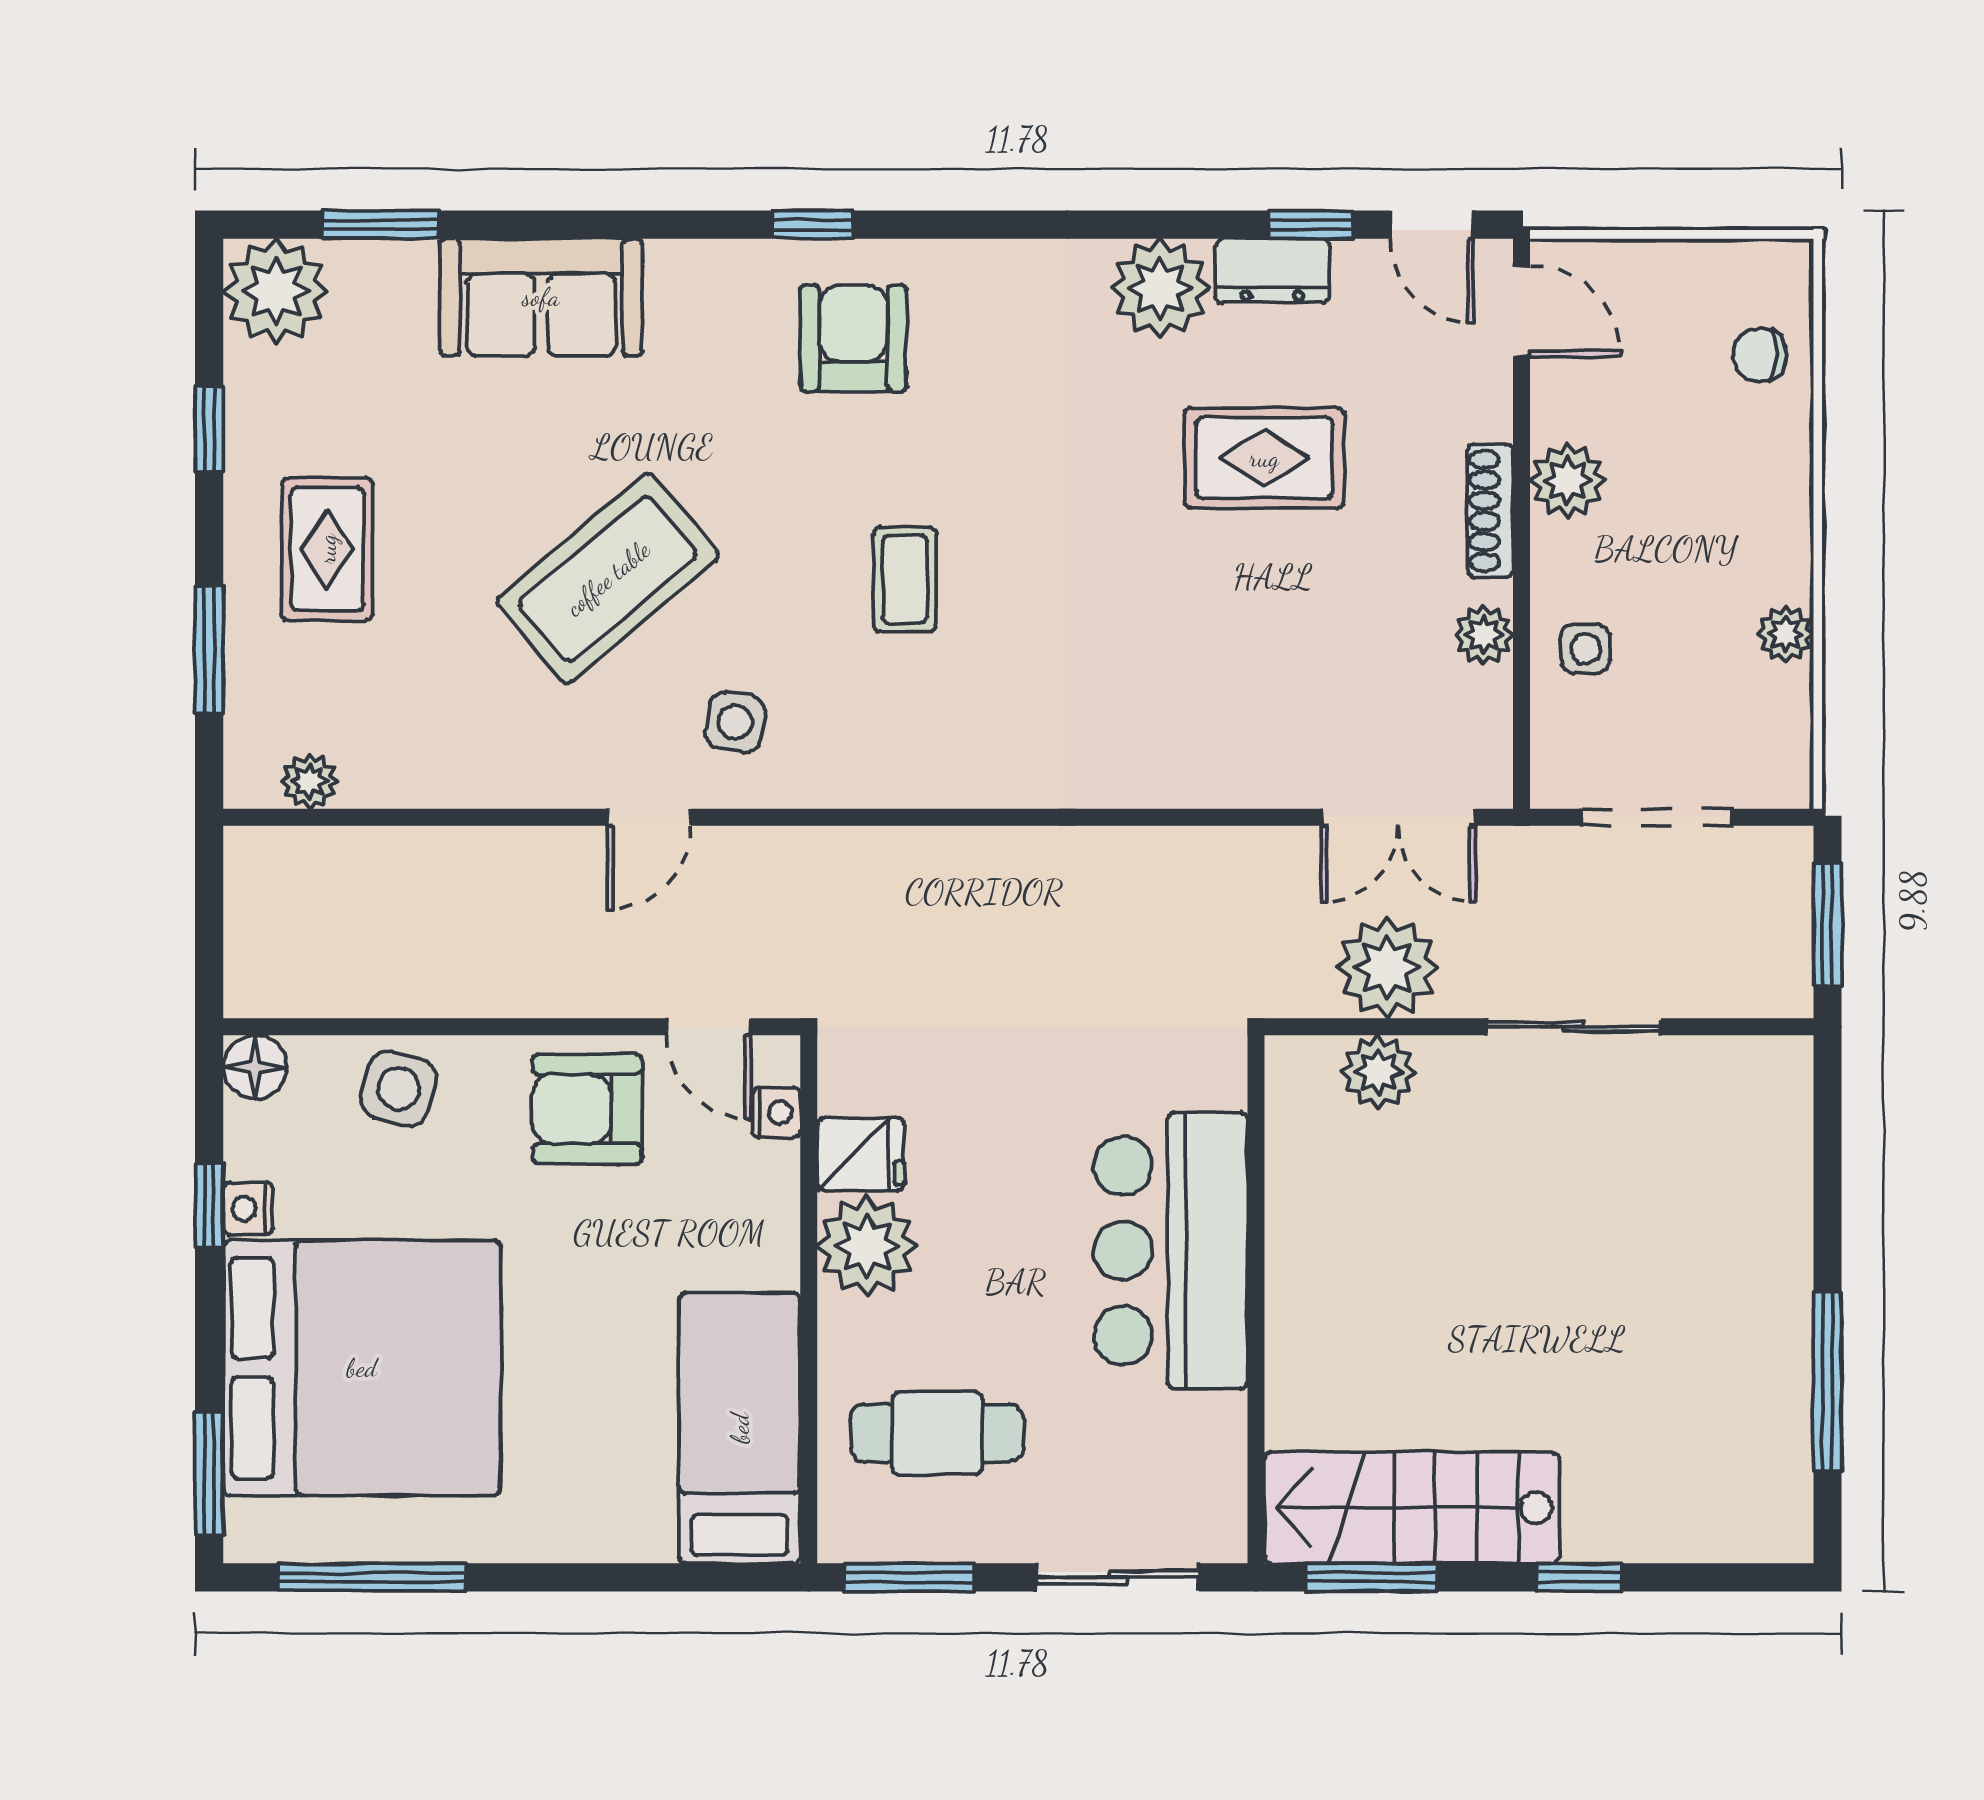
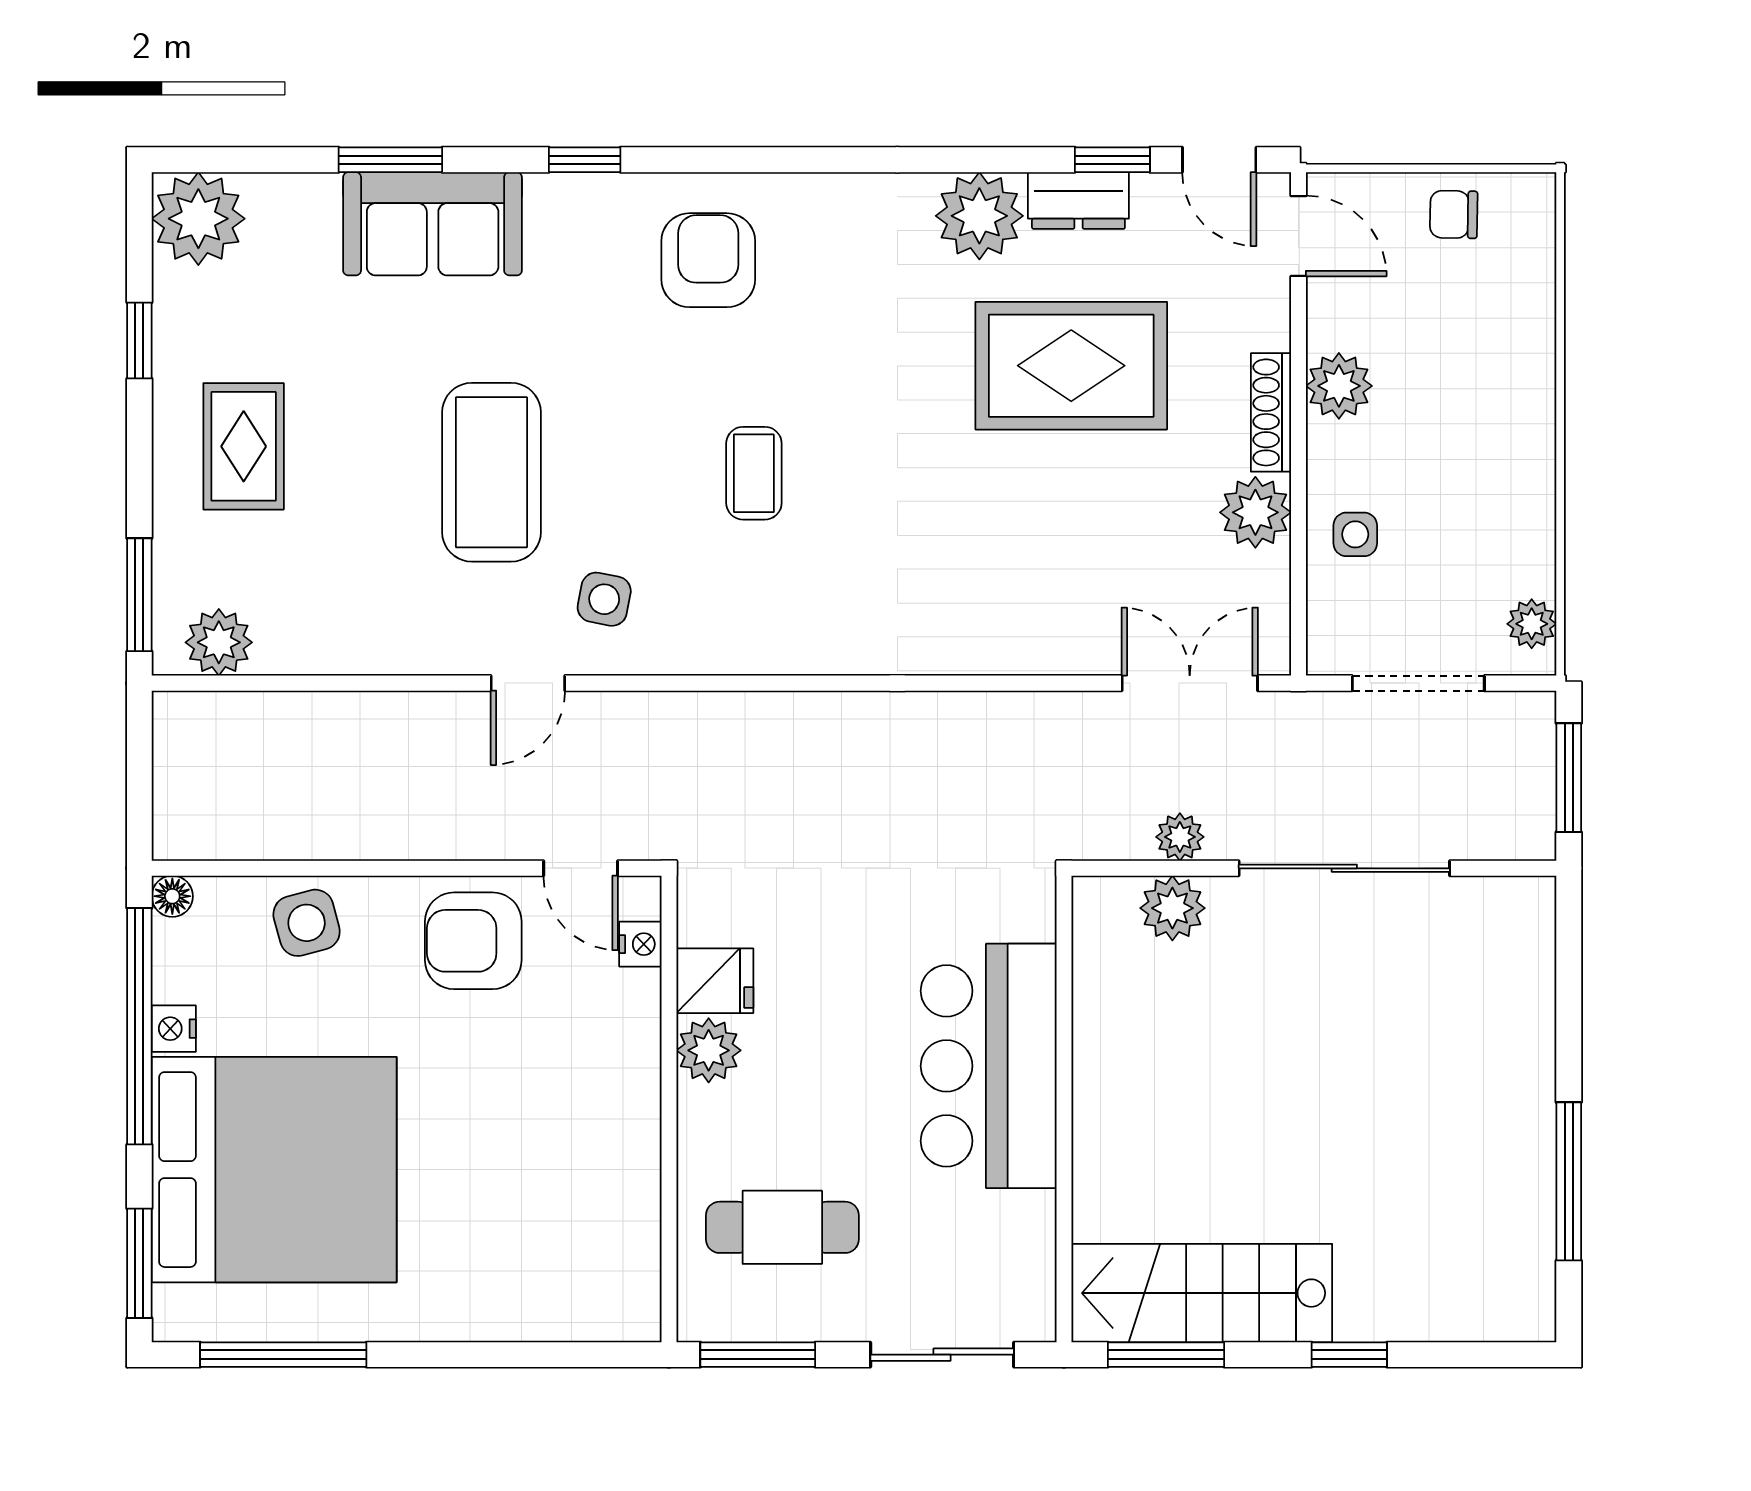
window: (381, 225) -> (390, 160), moved
window: (812, 225) -> (585, 160), moved
chair: (1760, 355) -> (1454, 214), moved
rug: (1264, 458) -> (1071, 366), width x1.36, depth x1.43
coffee table: (608, 578) -> (491, 472), turned -50
plant: (1786, 634) -> (1532, 624), moved
plant: (1484, 635) -> (1255, 512), width x1.38, depth x1.38
window: (209, 650) -> (139, 595), moved
plant: (309, 781) -> (219, 642), width x1.38, depth x1.38
double door: (1398, 817) -> (1190, 683), swing flipped
plant: (1387, 968) -> (1180, 837), width x0.53, depth x0.53
sliding door: (1573, 1027) -> (1344, 868), width x1.37
floor lamp: (255, 1067) -> (172, 896), width x0.73, depth x0.73
side table: (398, 1089) -> (307, 923), turned -31
window: (209, 1206) -> (139, 1026), width x3.17
plant: (867, 1246) -> (709, 1050), width x0.73, depth x0.73
bed: (740, 1428) -> (608, 1223), removed

